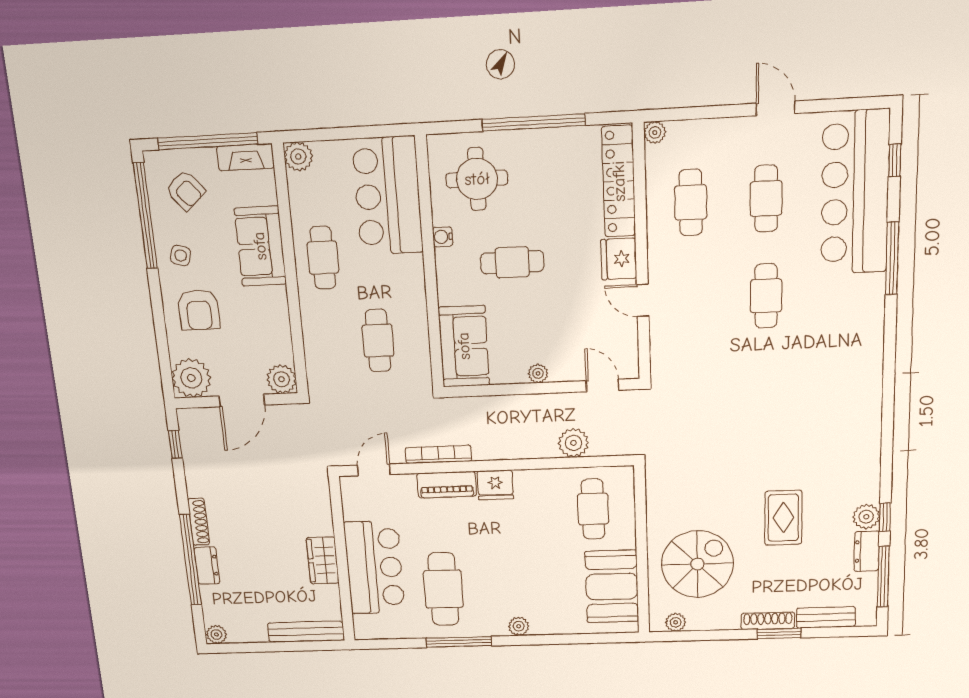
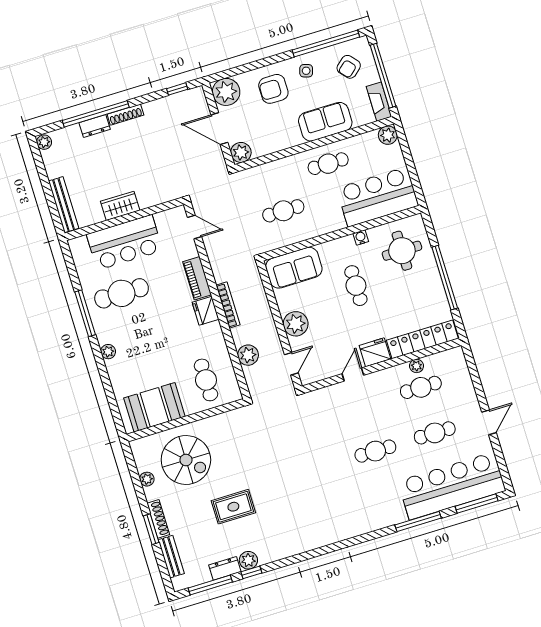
plant: (655, 132) -> (416, 366), moved
window: (895, 160) -> (477, 504), width x2.17
plant: (538, 373) -> (296, 324), width x1.88, depth x1.88
bookcase: (438, 454) -> (228, 305), moved
cafe table: (593, 509) -> (206, 380), turned 90
plant: (676, 622) -> (147, 479), moved

